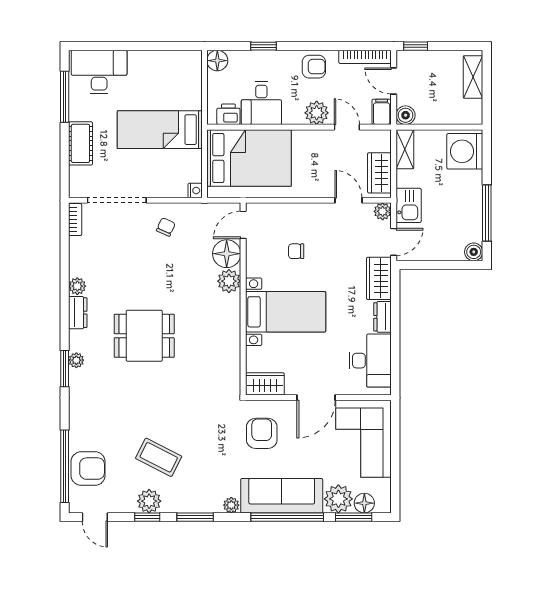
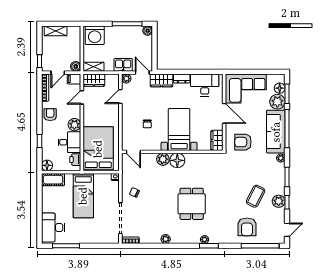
plant: (317, 113) -> (74, 125), moved
cot: (80, 143) -> (53, 180), moved
wardrobe: (379, 173) -> (94, 80), moved
floor lamp: (227, 254) -> (177, 160), moved
dresser: (78, 313) -> (179, 239), removed
armchair: (88, 469) -> (247, 227), moved, turned 180

